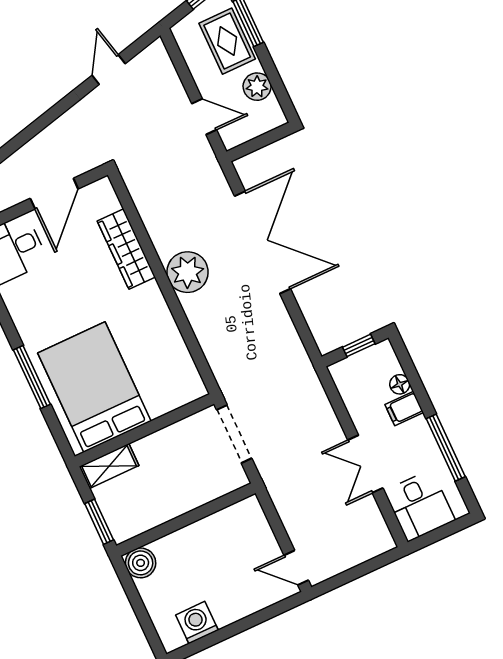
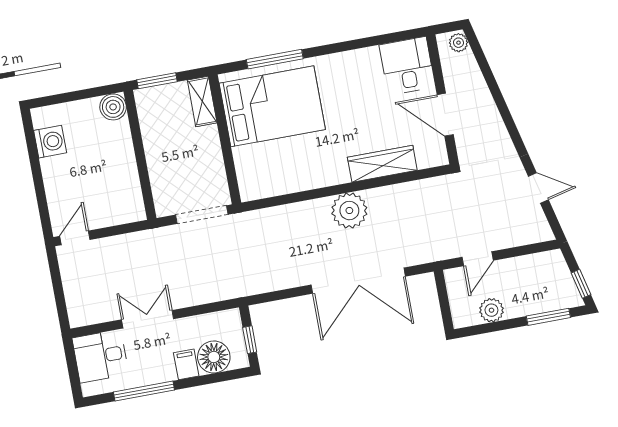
rug: (227, 41) -> (537, 295), removed
window: (32, 377) -> (275, 59), moved
floor lamp: (400, 384) -> (214, 357), width x1.89, depth x1.89

